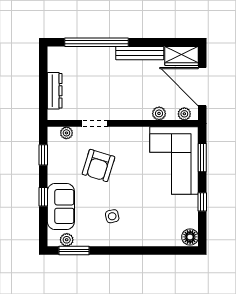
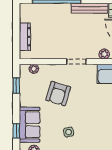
doorway: (95, 123) -> (76, 62), moved
window: (43, 197) -> (16, 131), moved

